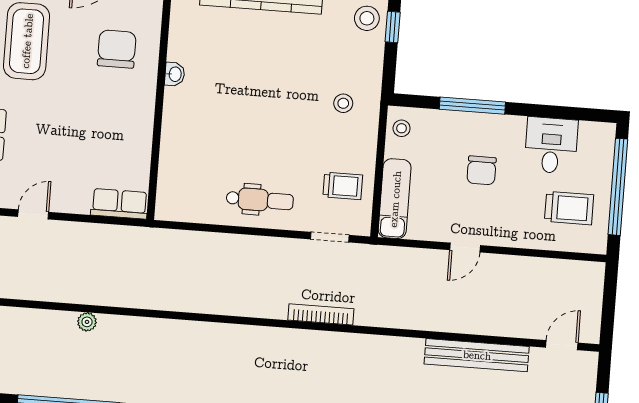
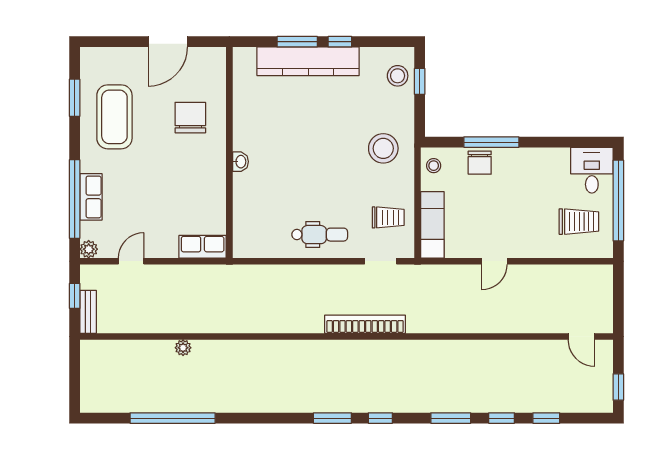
washbasin: (175, 74) -> (240, 162), moved
stool: (343, 103) -> (383, 148), width x1.89, depth x1.89
desk: (551, 145) -> (592, 170), moved
chair: (482, 170) -> (480, 163), moved
bookcase: (321, 314) -> (365, 324), width x1.48, depth x1.31
door: (562, 345) -> (582, 337), swing flipped
bench: (477, 355) -> (511, 350), removed

